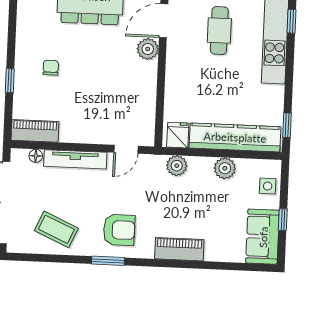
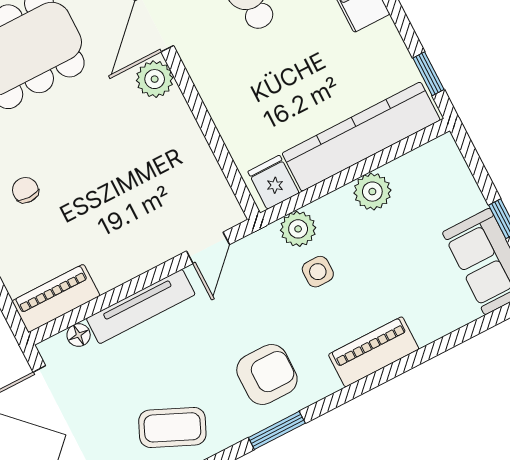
side table: (268, 186) -> (318, 272), moved

